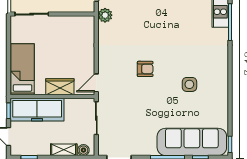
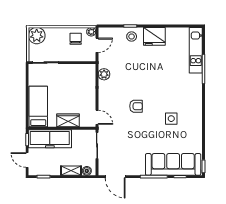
plant: (105, 15) -> (104, 74), moved
door: (96, 83) -> (97, 117), swing flipped

